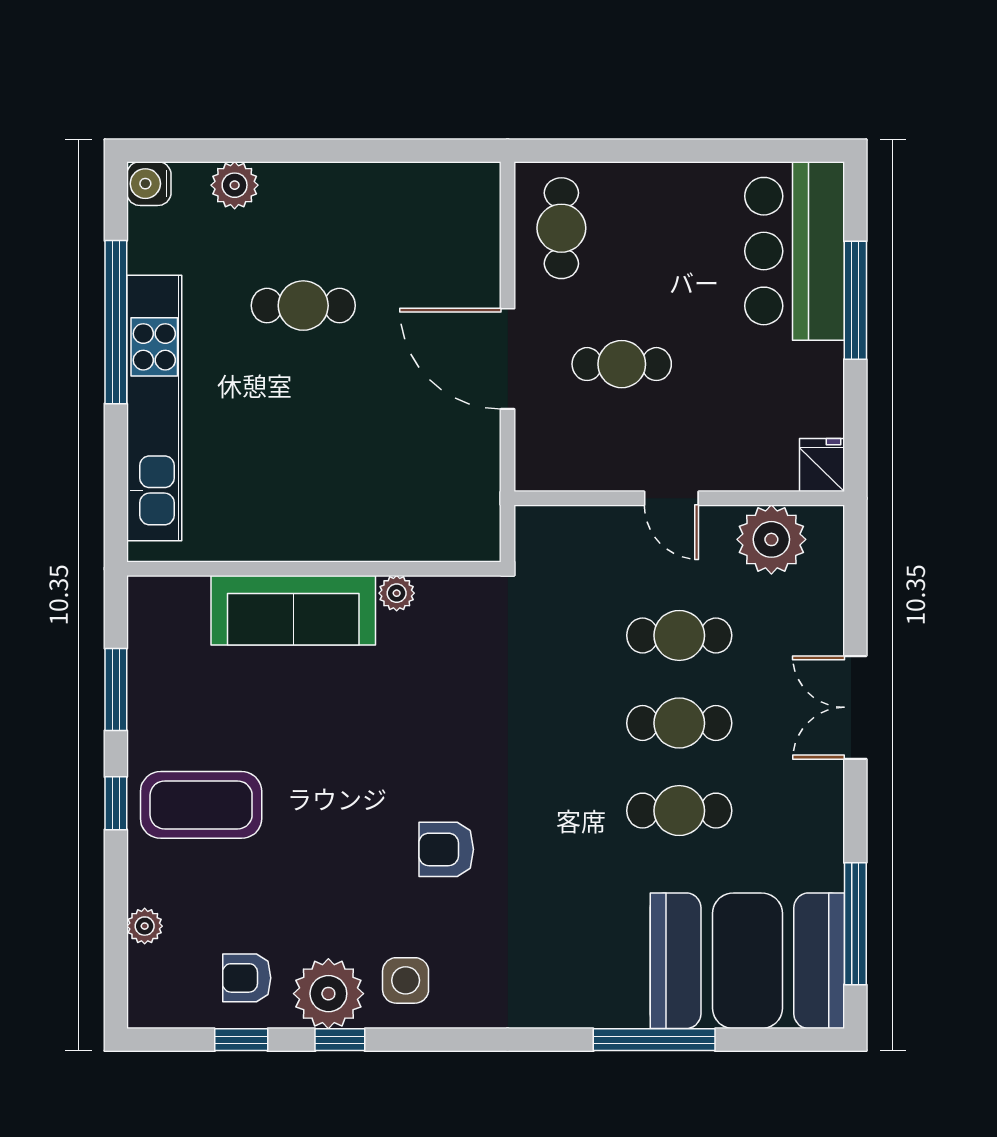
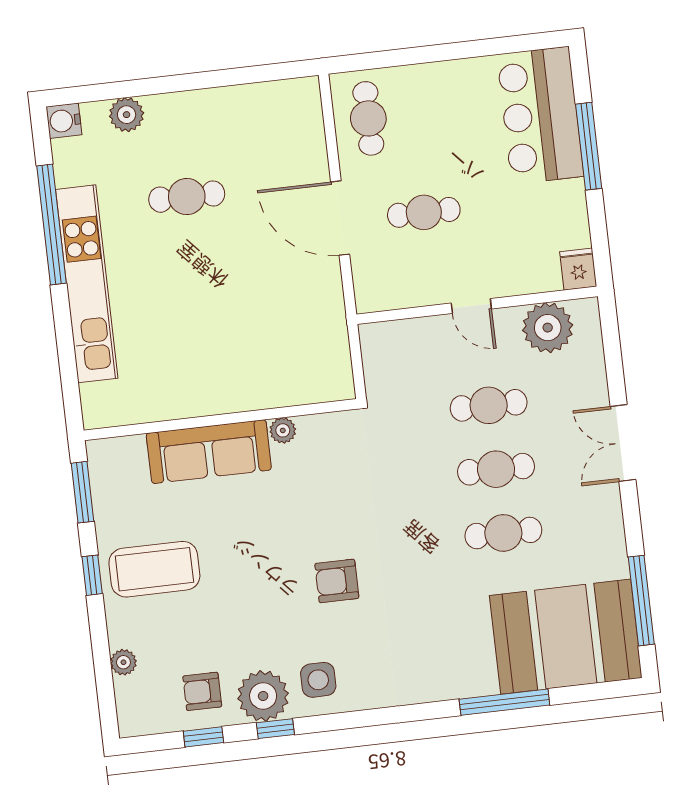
wall: (314, 569) -> (220, 420), moved
plant: (397, 593) -> (283, 430), moved
sofa: (293, 610) -> (209, 452), moved

